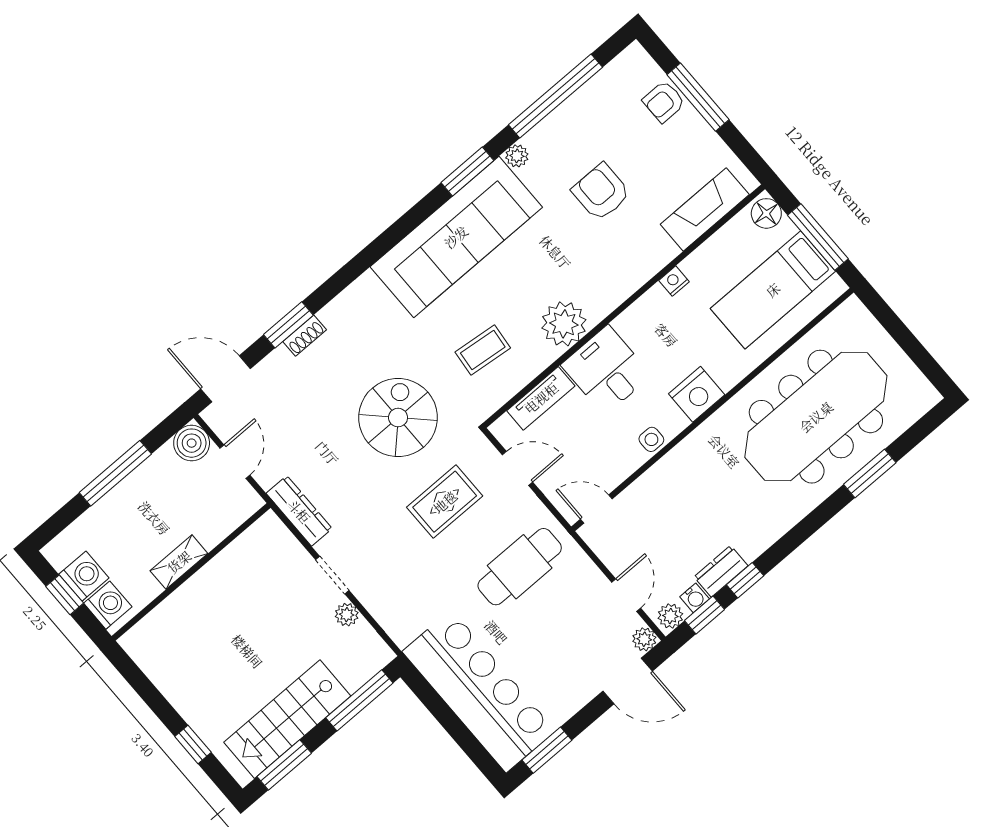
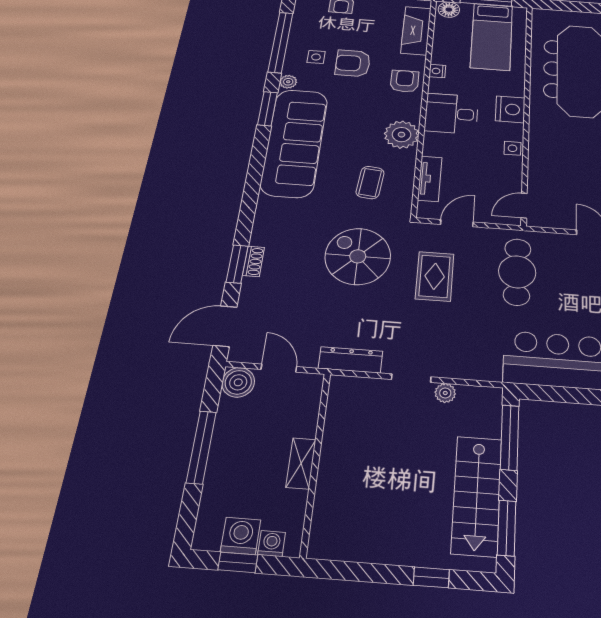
side table: (573, 149) -> (316, 57), added
armchair: (630, 263) -> (405, 81), added
desk: (606, 370) -> (452, 114), moved
washing machine: (108, 605) -> (272, 544), width x0.73, depth x0.73

